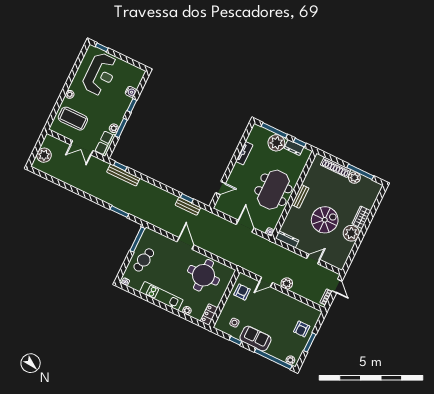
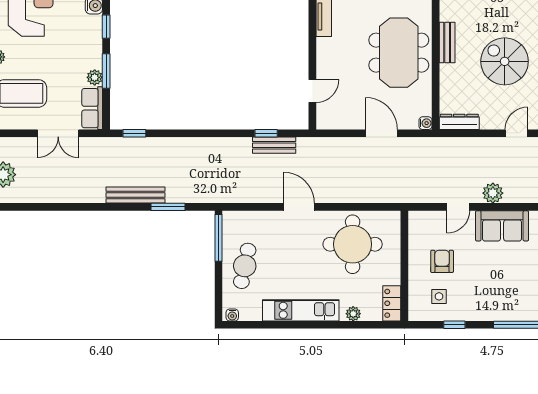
bench: (123, 175) -> (136, 195), moved
spiral stairs: (325, 220) -> (505, 61), turned -90
armchair: (242, 292) -> (442, 261), moved
sofa: (255, 339) -> (502, 226), moved, turned 180

